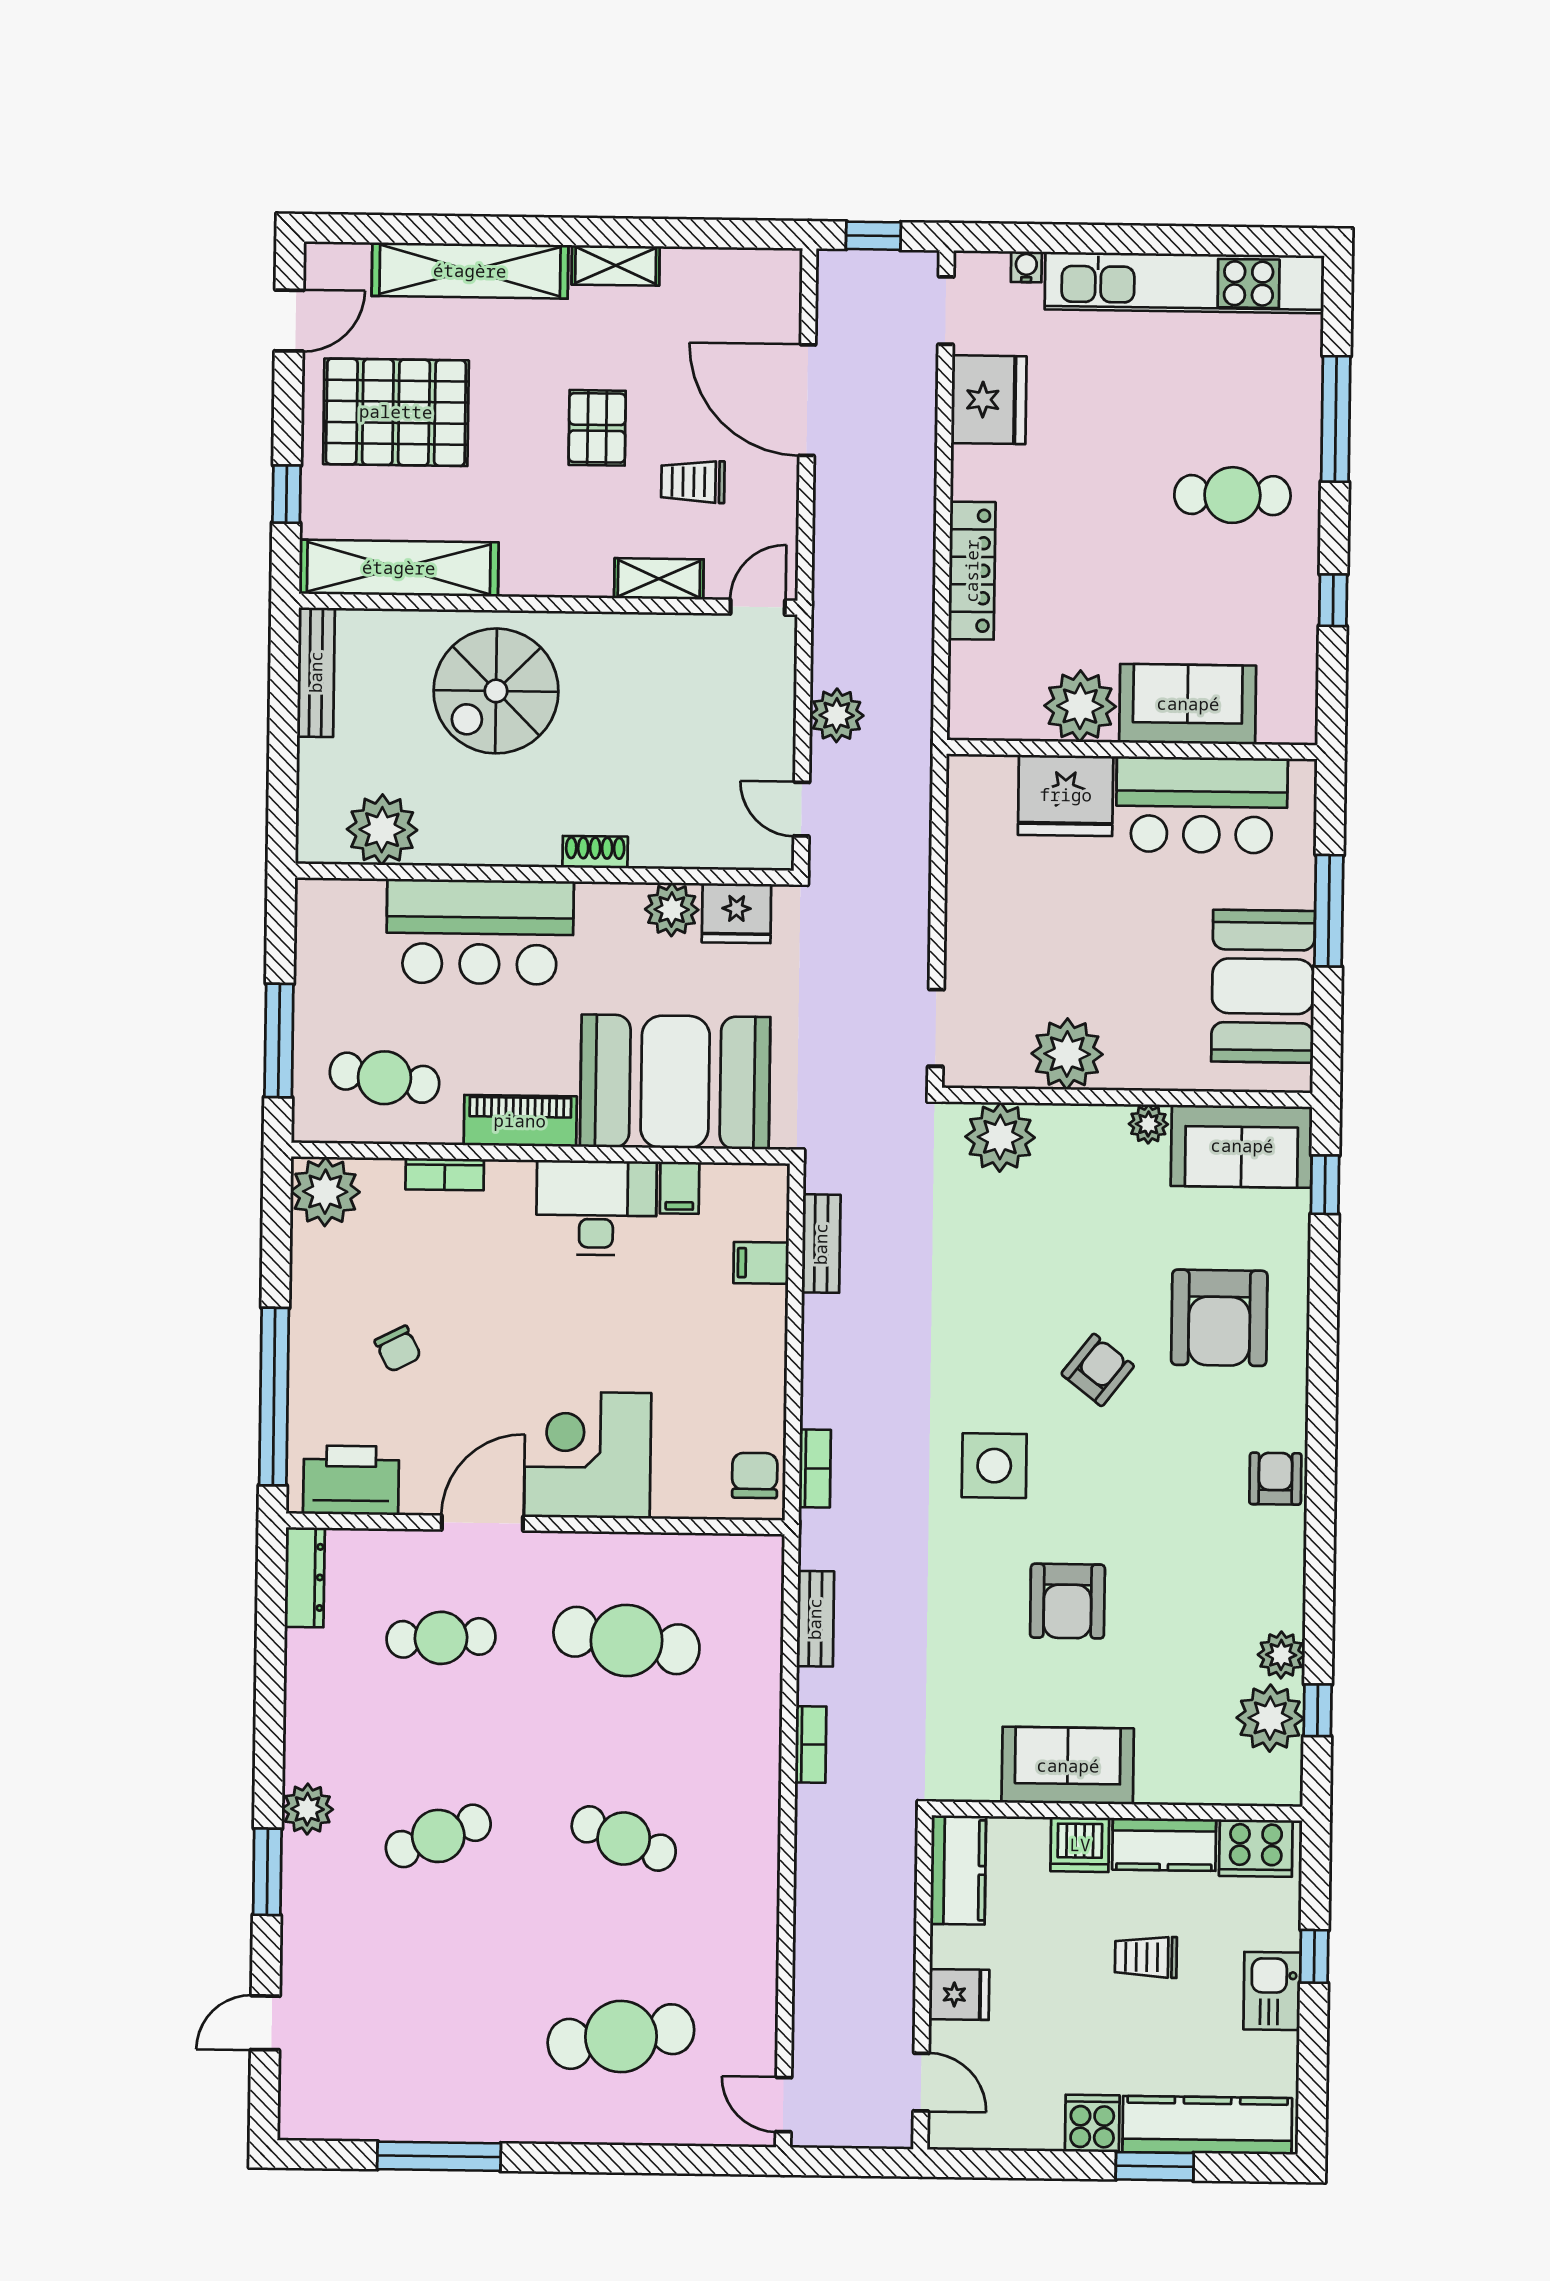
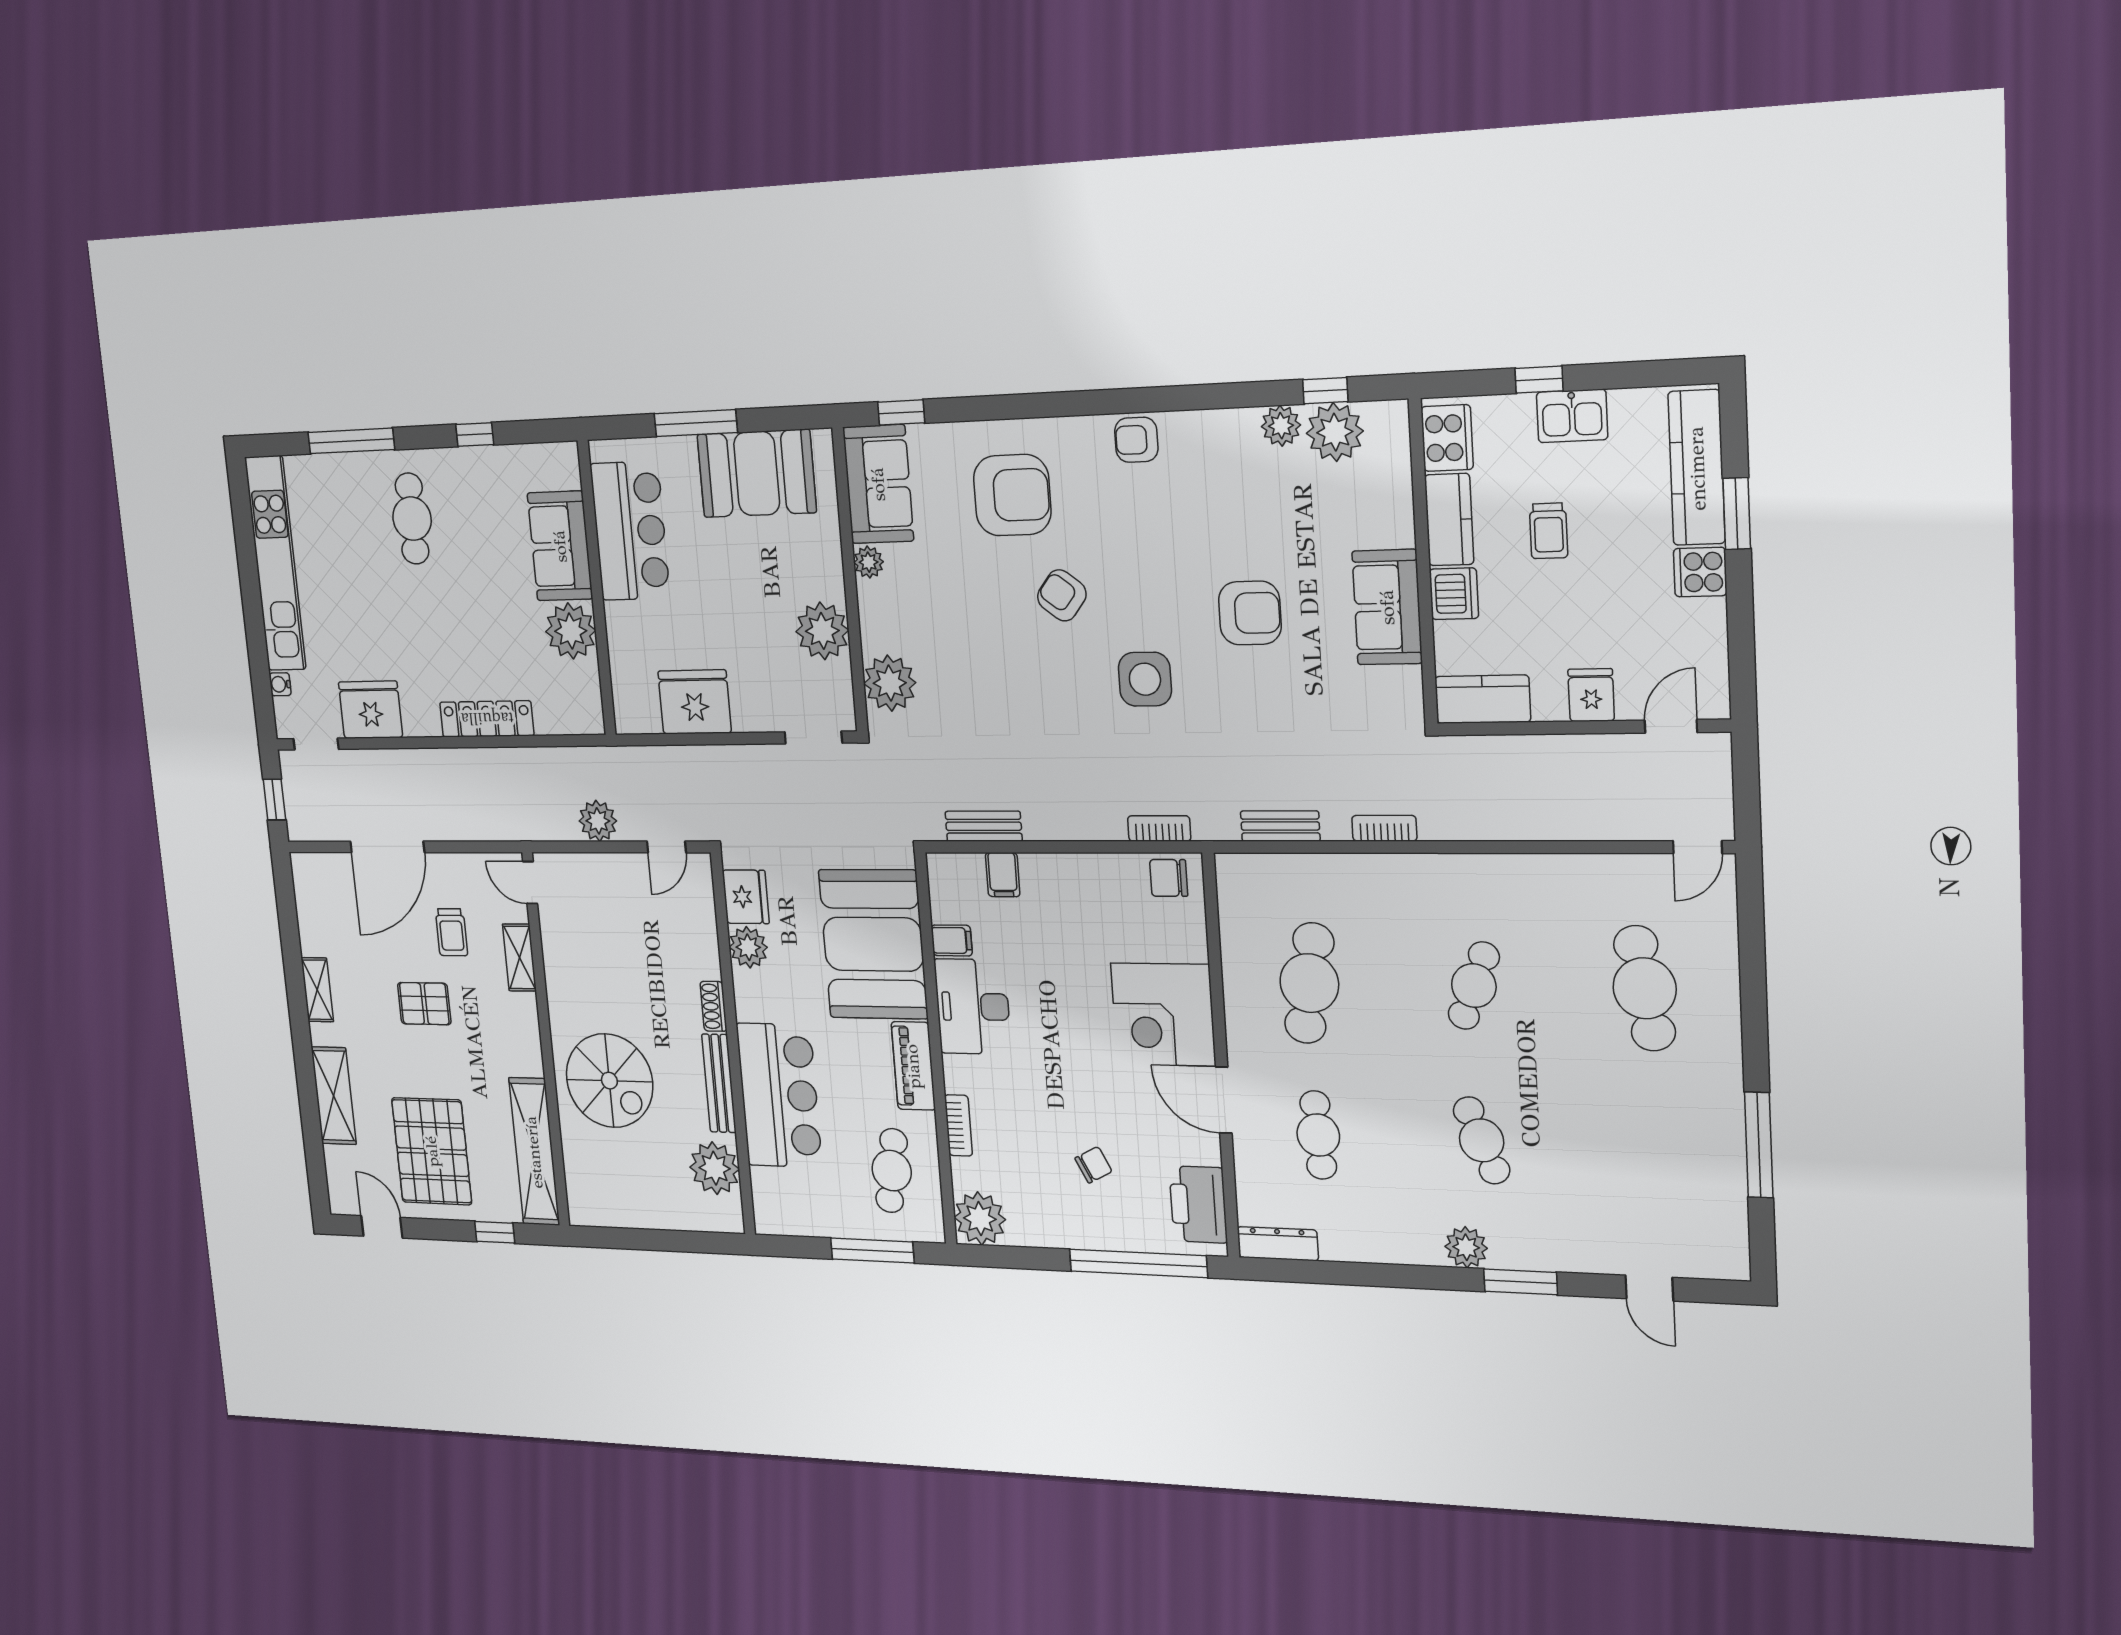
shelving: (470, 271) -> (334, 1096), width x0.68
bench: (316, 672) -> (719, 1083), moved, turned 90
fridge: (1066, 795) -> (695, 702), moved, turned -90

